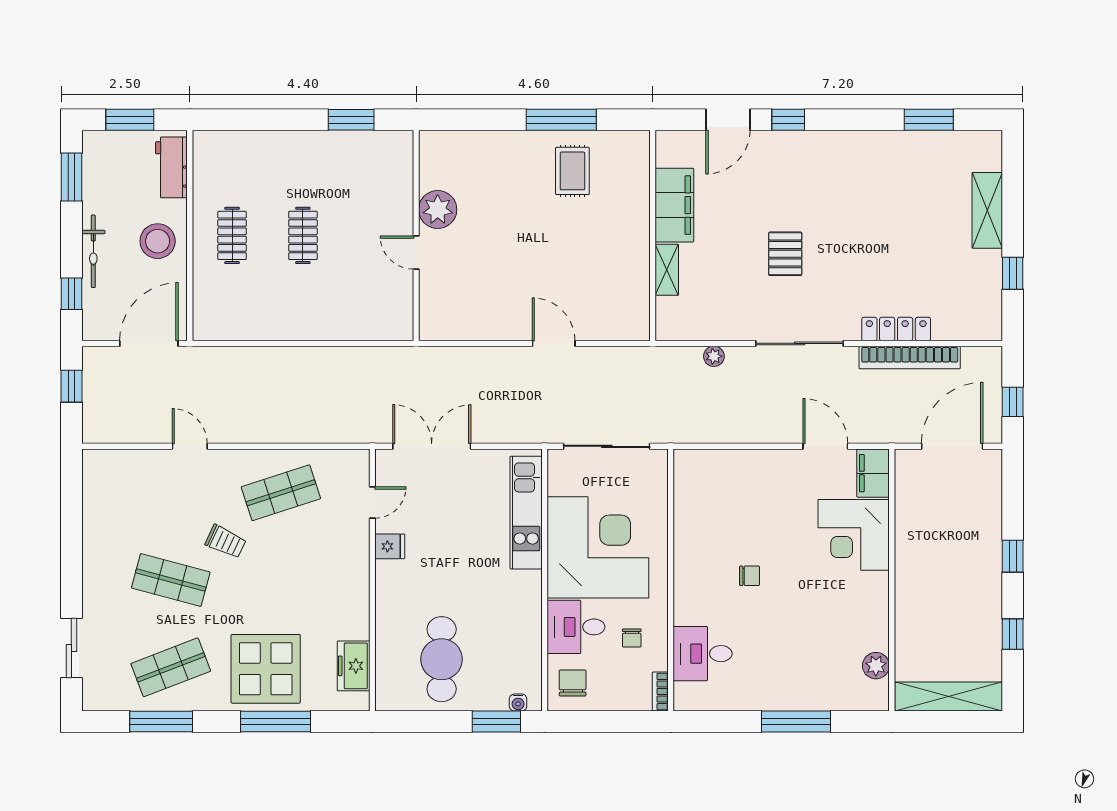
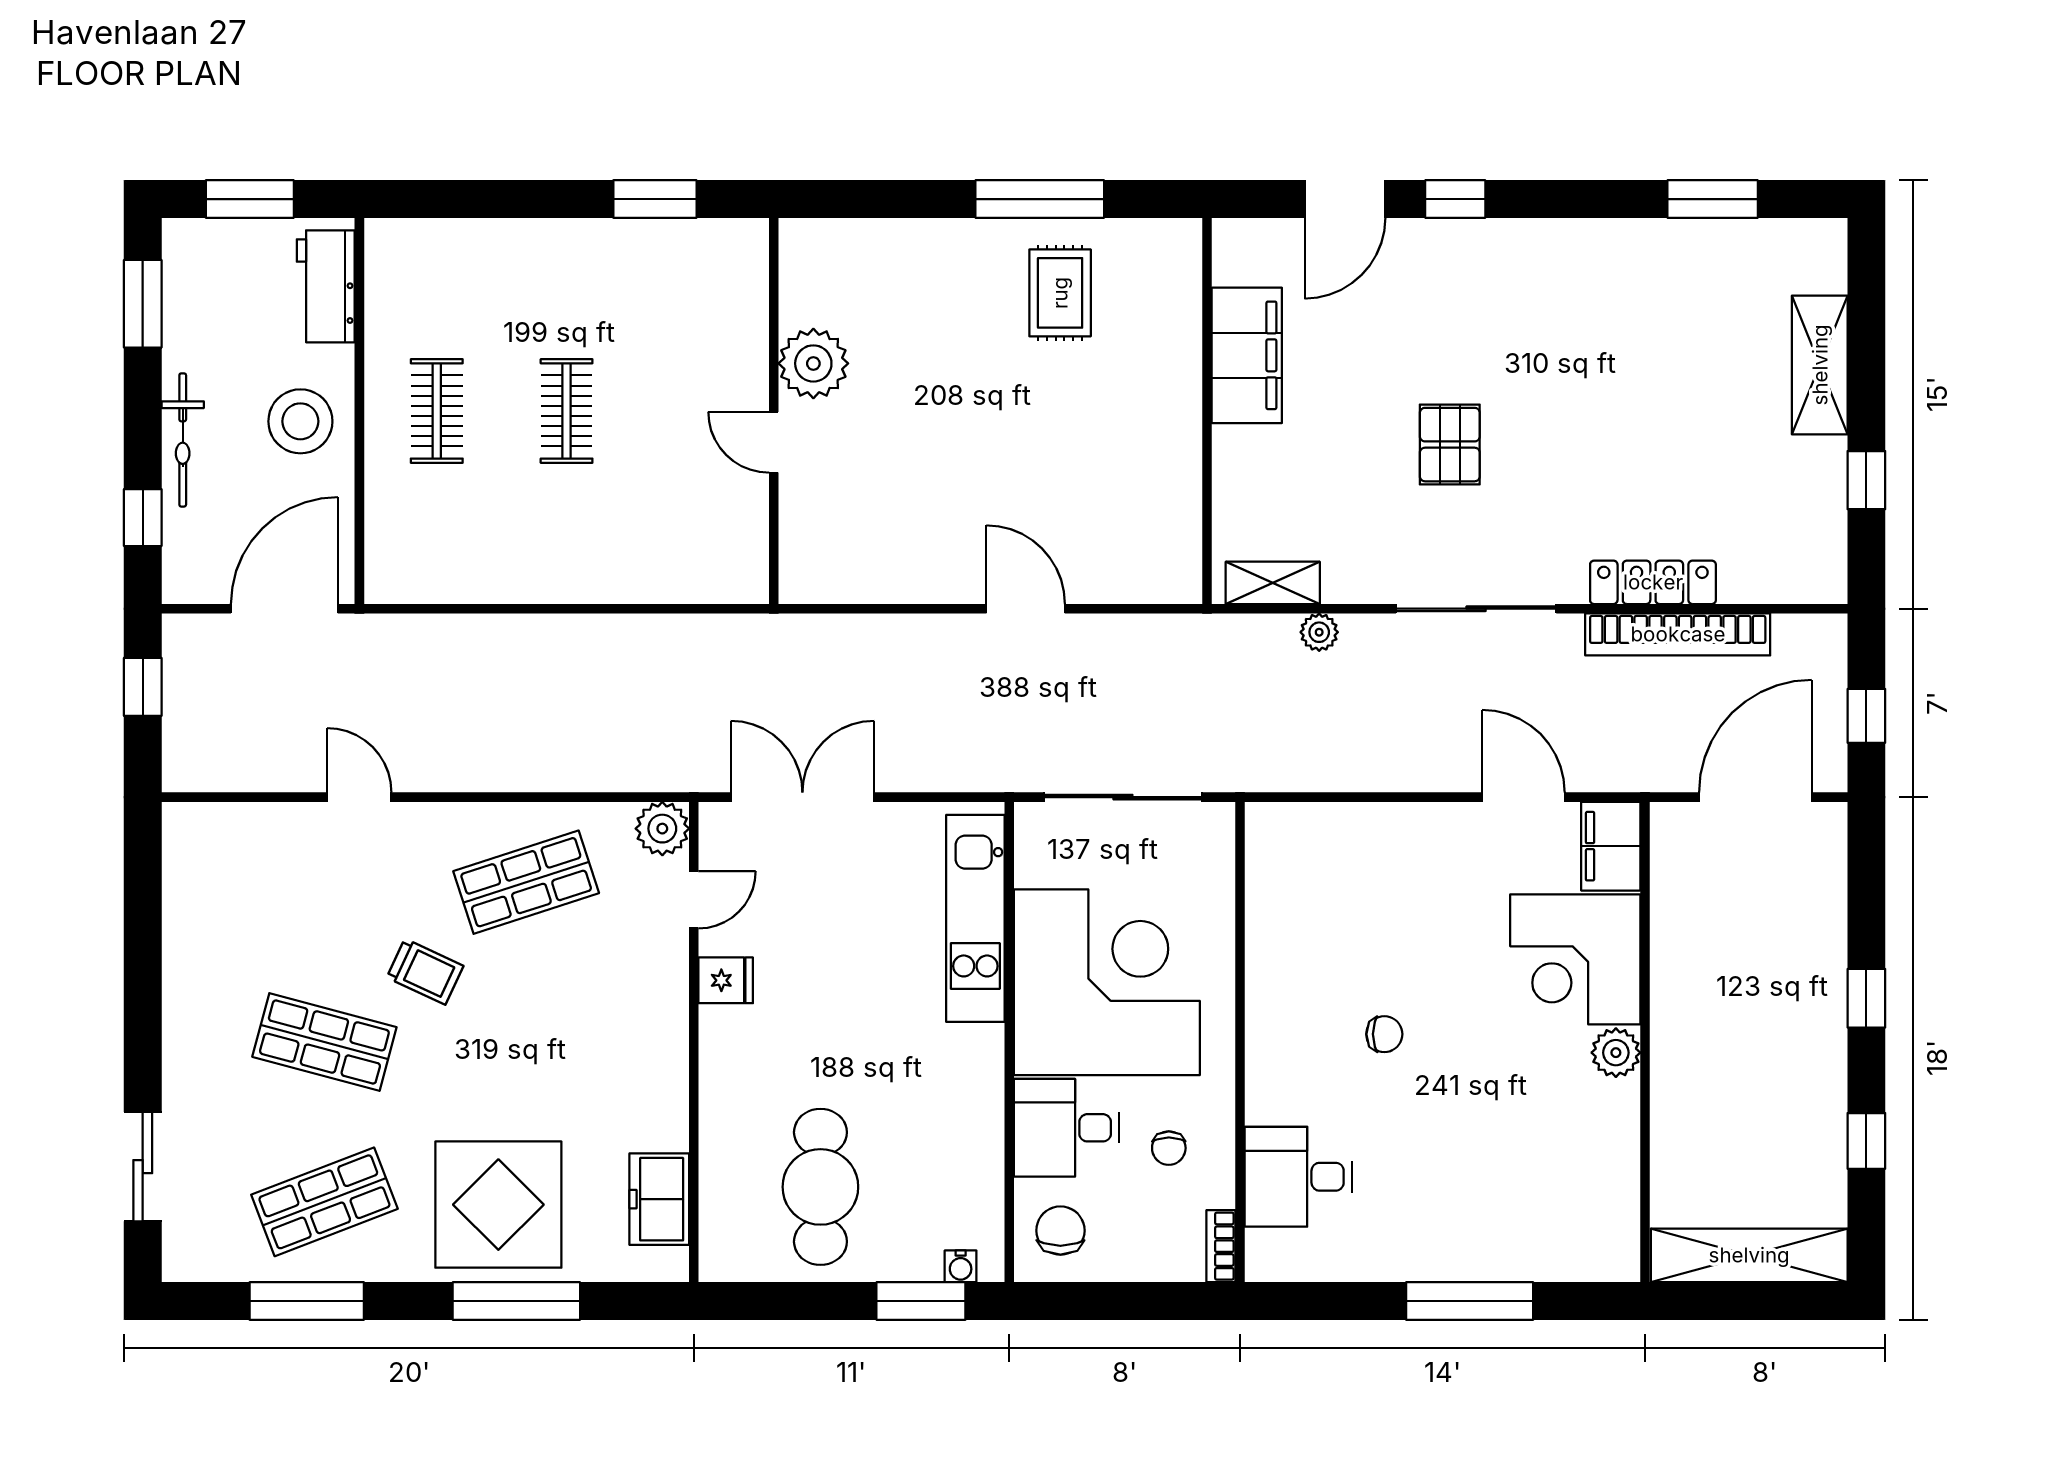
shelving: (667, 270) -> (1273, 583), moved, turned 90
plant: (355, 463) -> (662, 829), added
plant: (876, 666) -> (1616, 1053), moved

